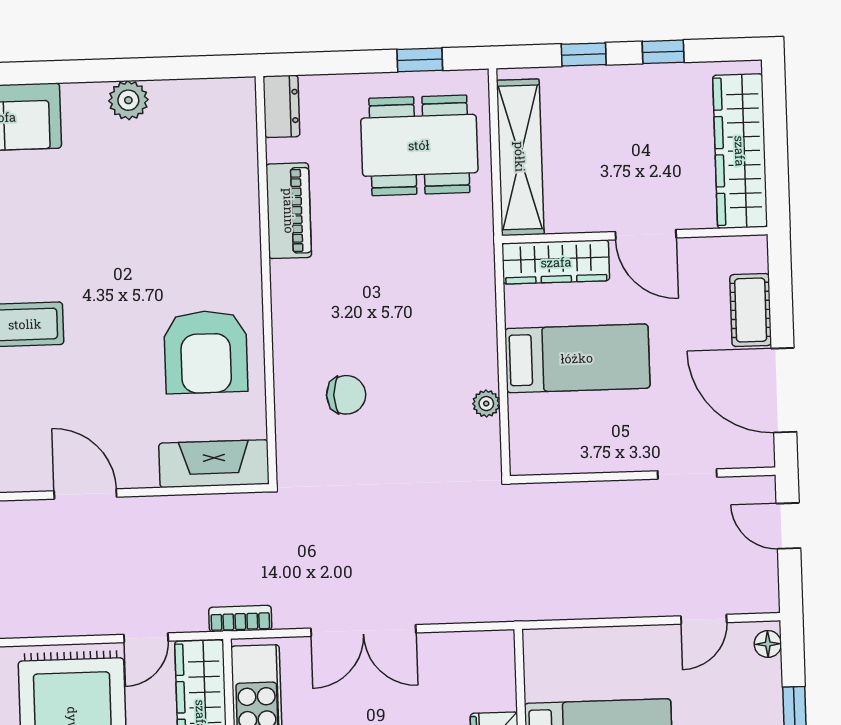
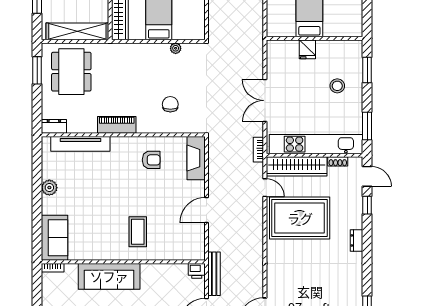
window: (420, 60) -> (37, 70), width x1.50
tv unit: (240, 174) -> (80, 144), added
piano: (289, 211) -> (117, 125), moved
armchair: (206, 352) -> (151, 160), width x0.53, depth x0.53
double door: (363, 631) -> (265, 101), swing flipped

